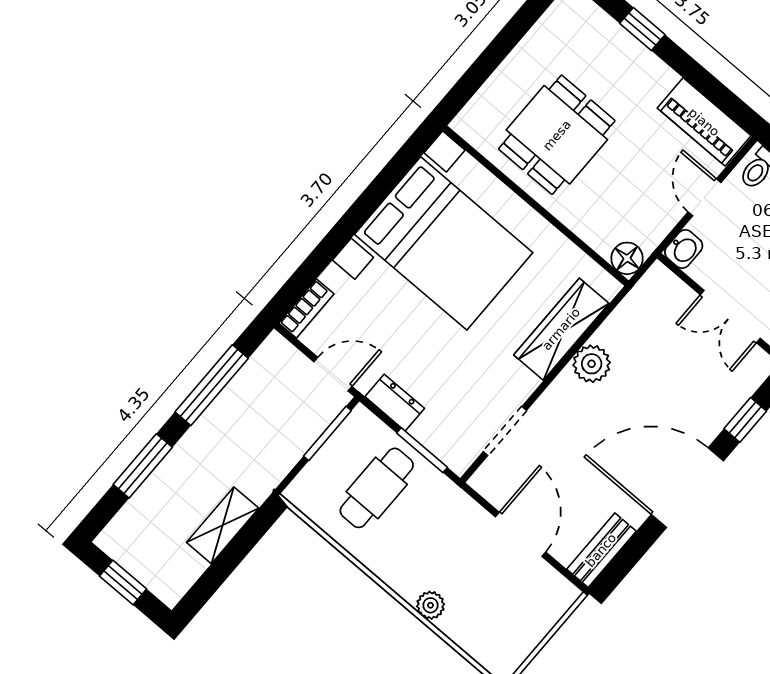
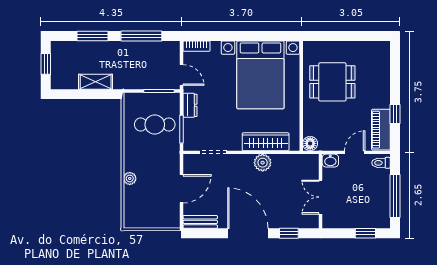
window: (642, 29) -> (395, 114), moved

